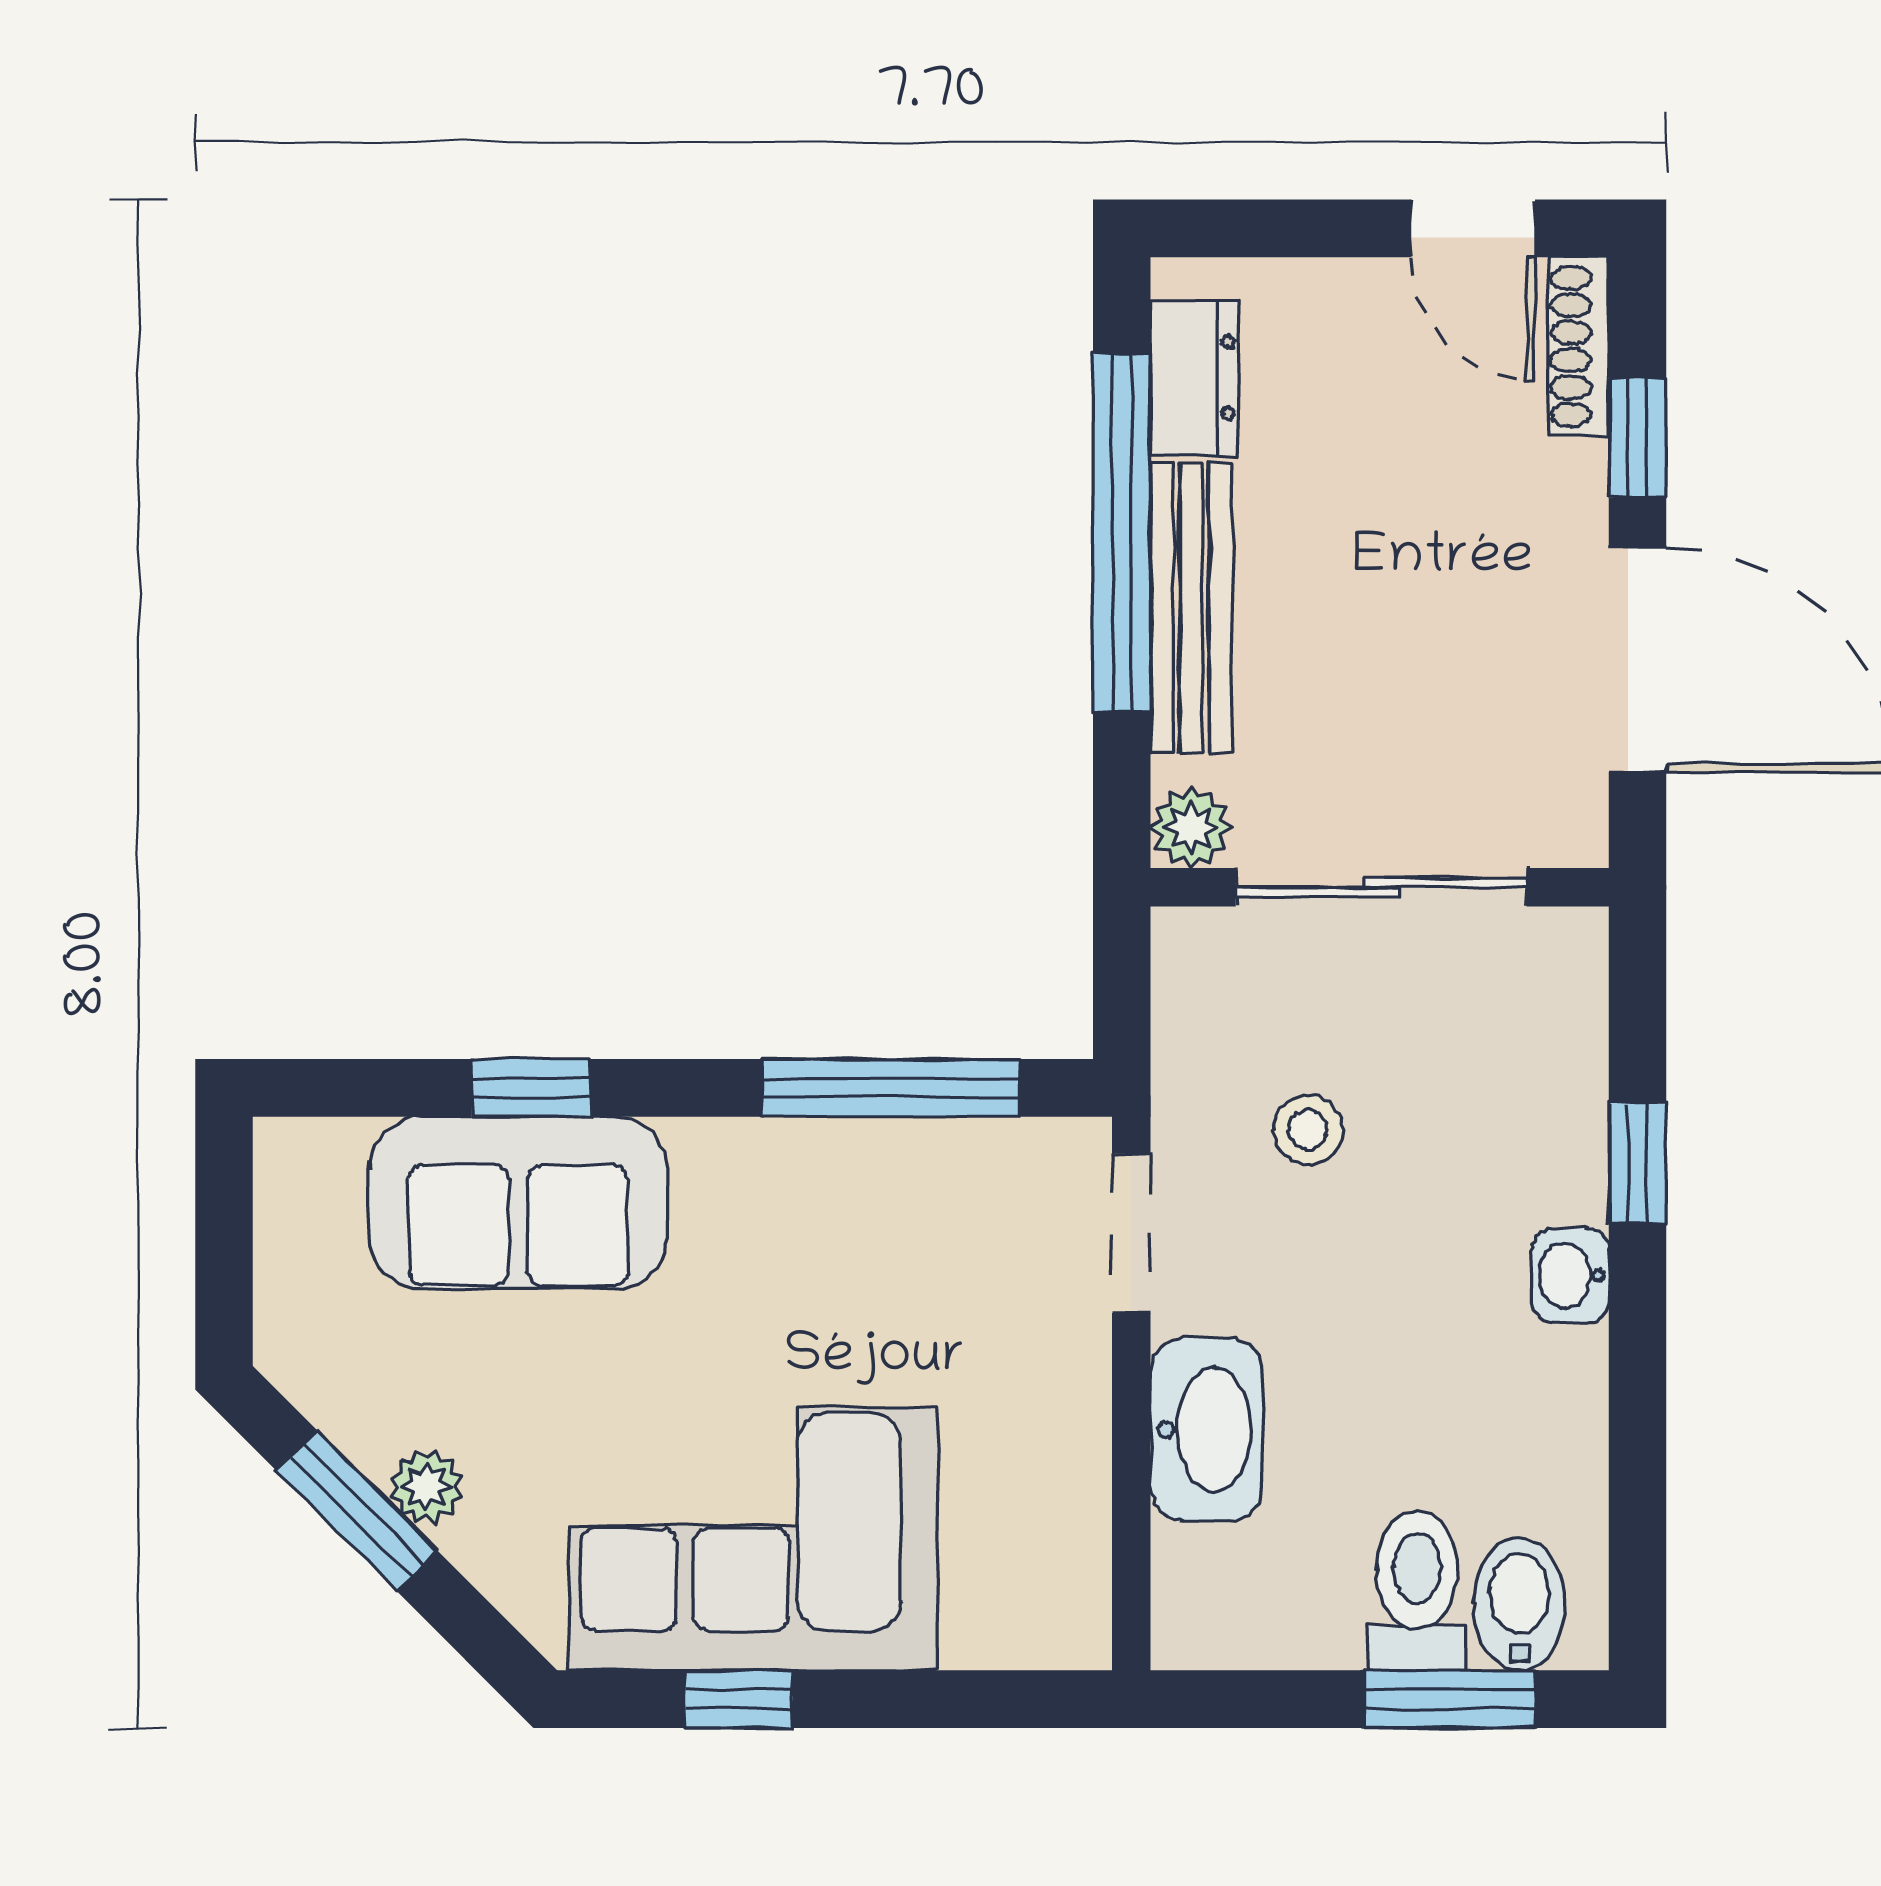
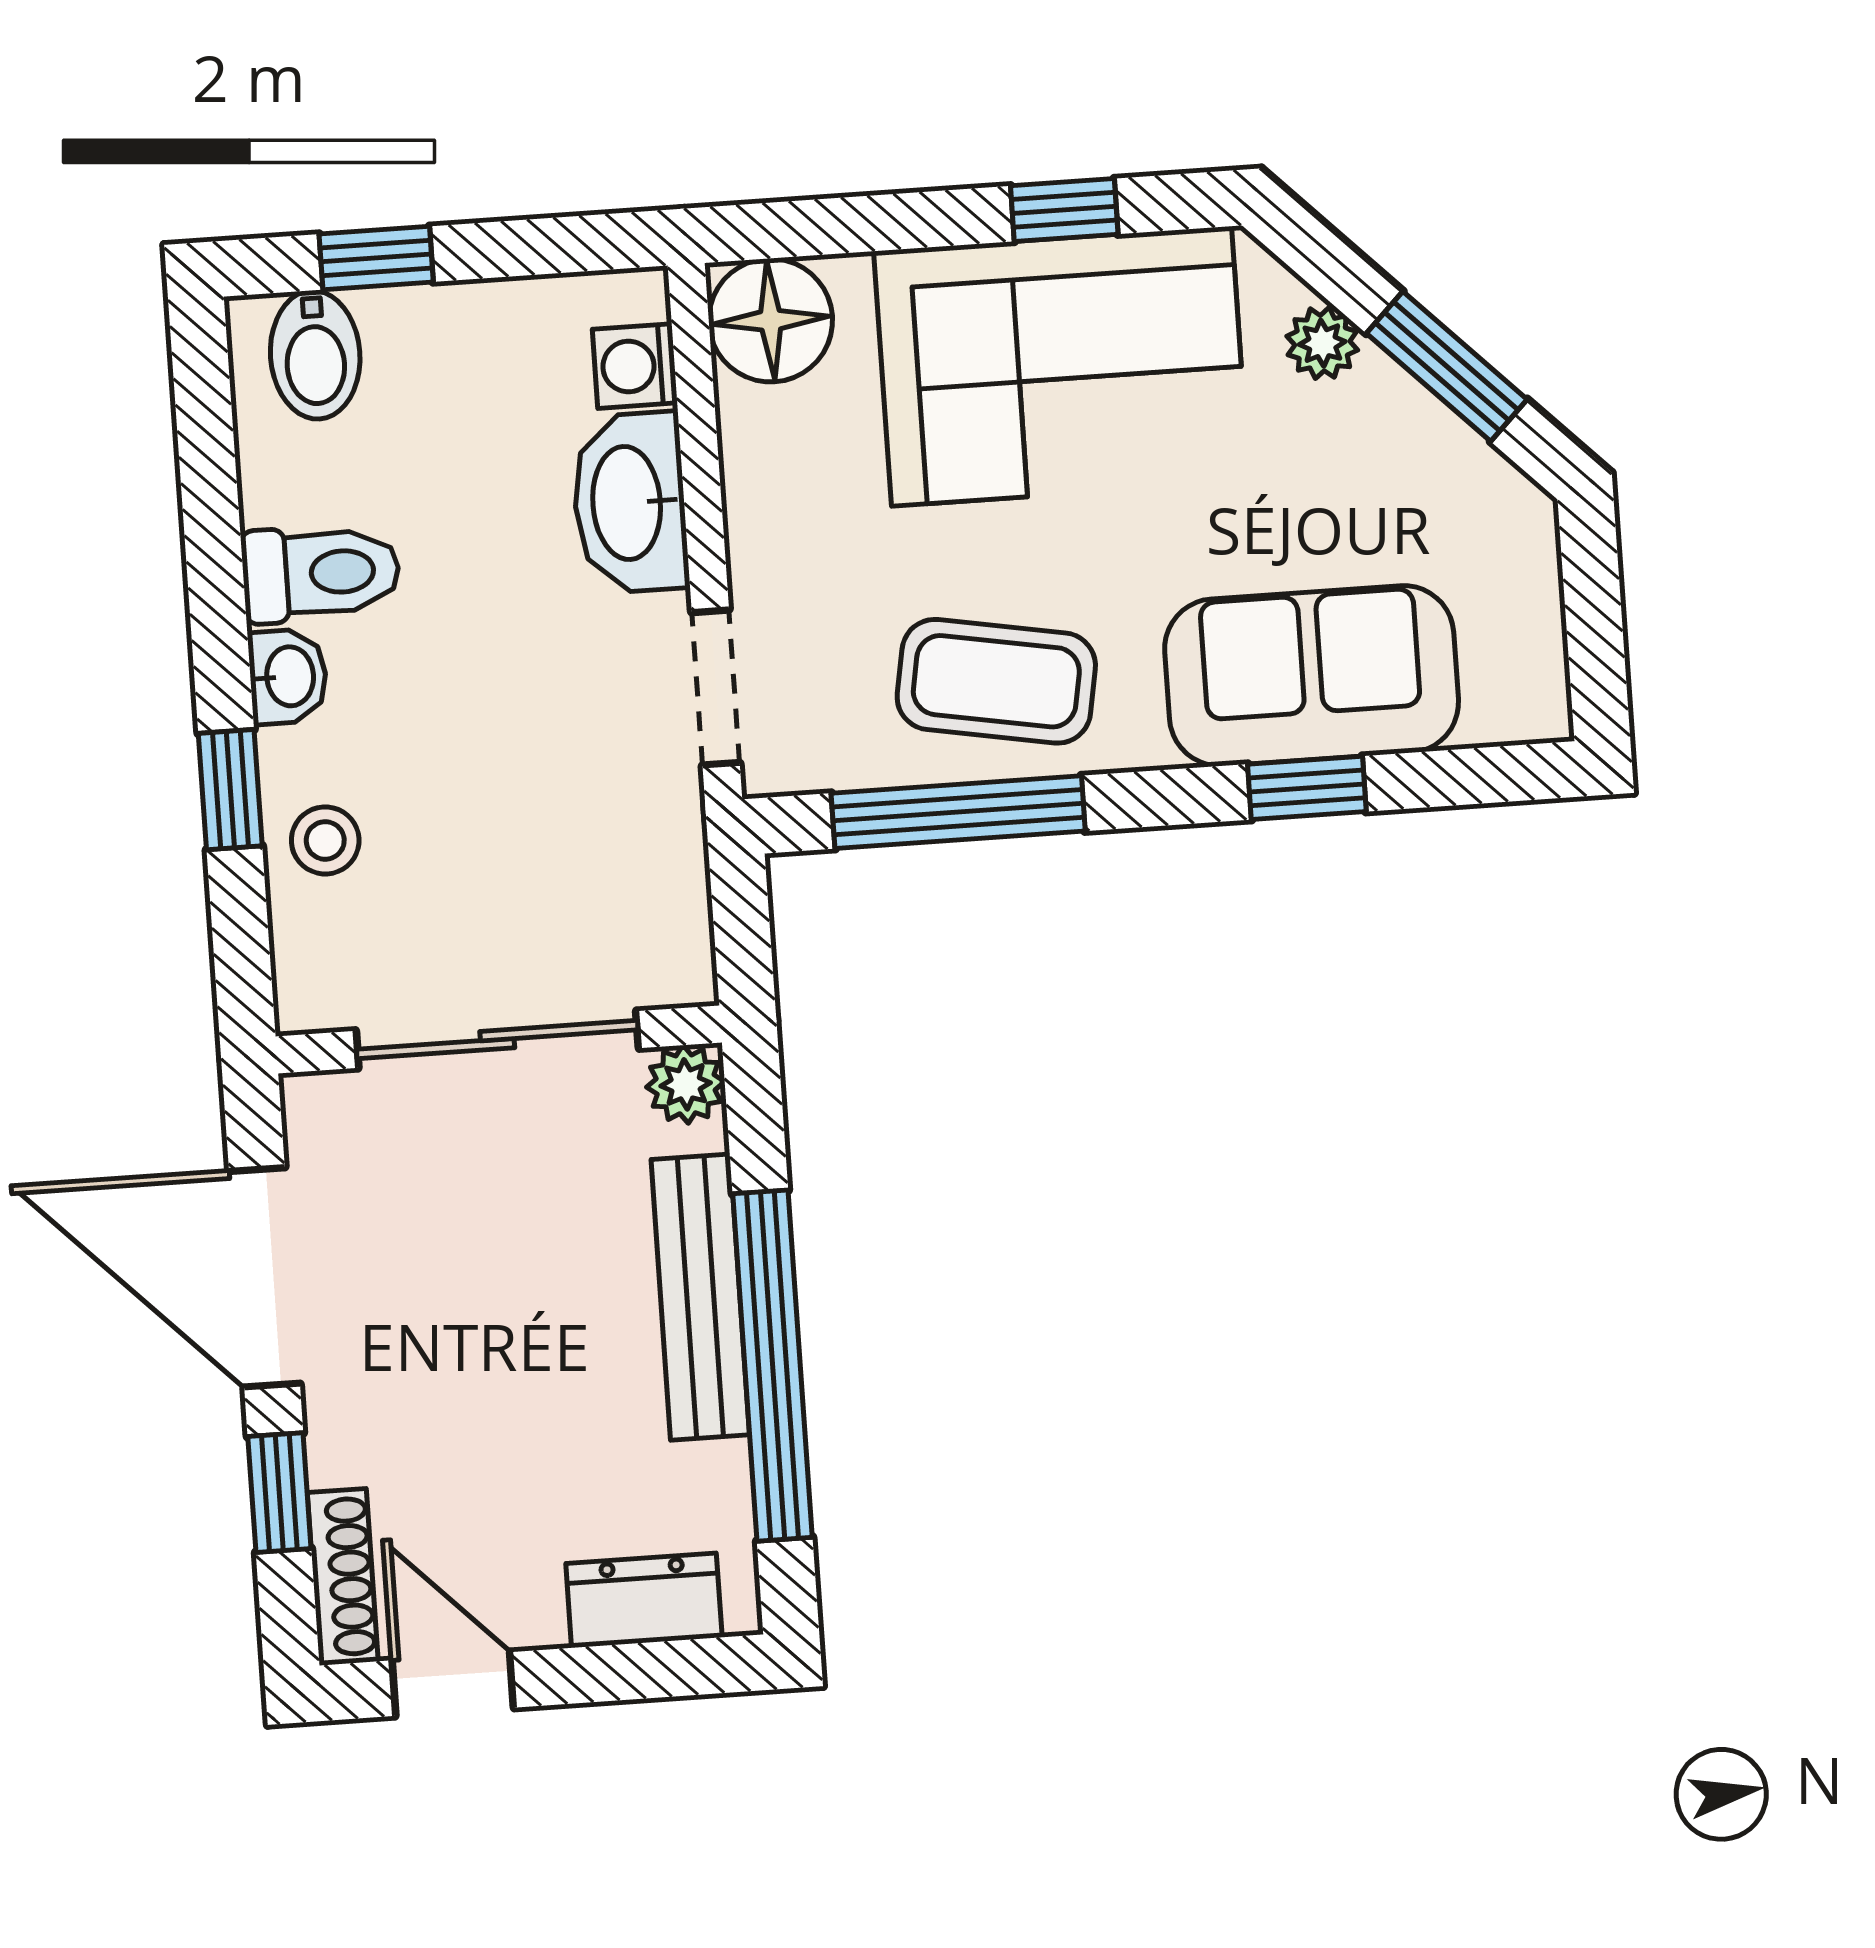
dresser: (1194, 378) -> (644, 1600), moved, turned 90
stool: (1308, 1130) -> (325, 840), moved
coffee table: (843, 1220) -> (996, 681), added
plant: (426, 1487) -> (1322, 343), moved
washing machine: (1191, 1570) -> (635, 366), added
toilet: (1417, 1591) -> (321, 573), moved, turned -90
floor lamp: (1049, 1607) -> (771, 320), added
window: (1449, 1699) -> (376, 258), width x0.67

